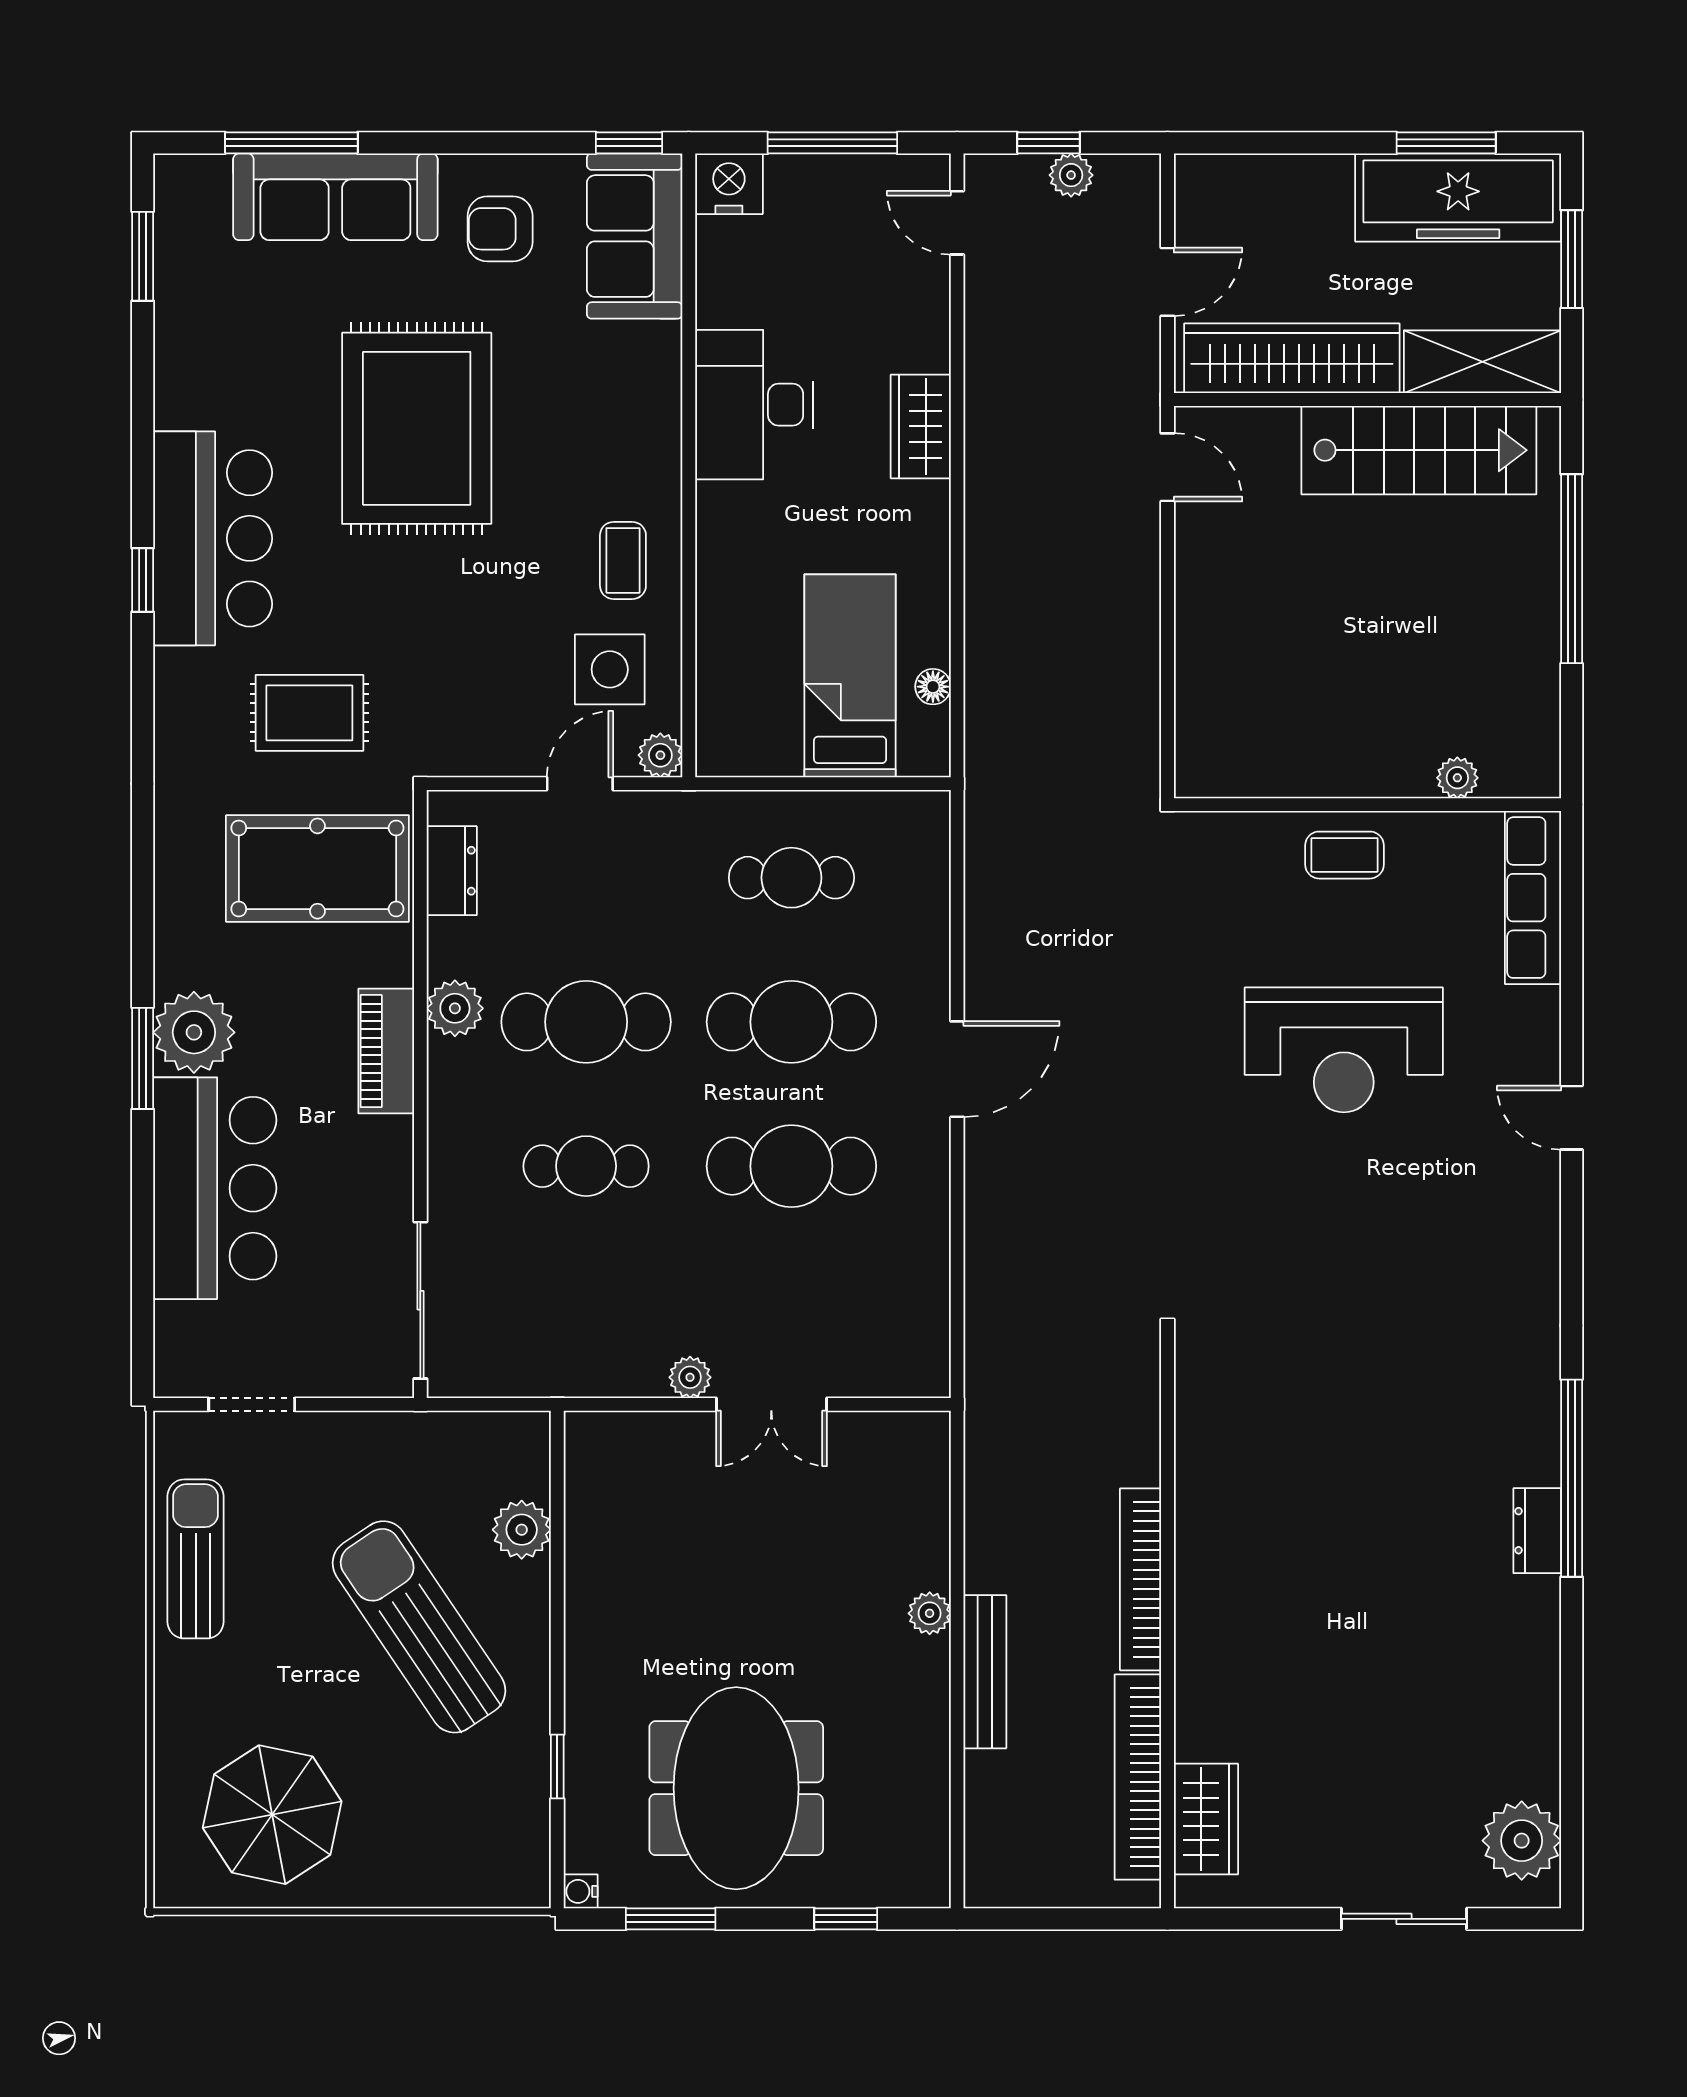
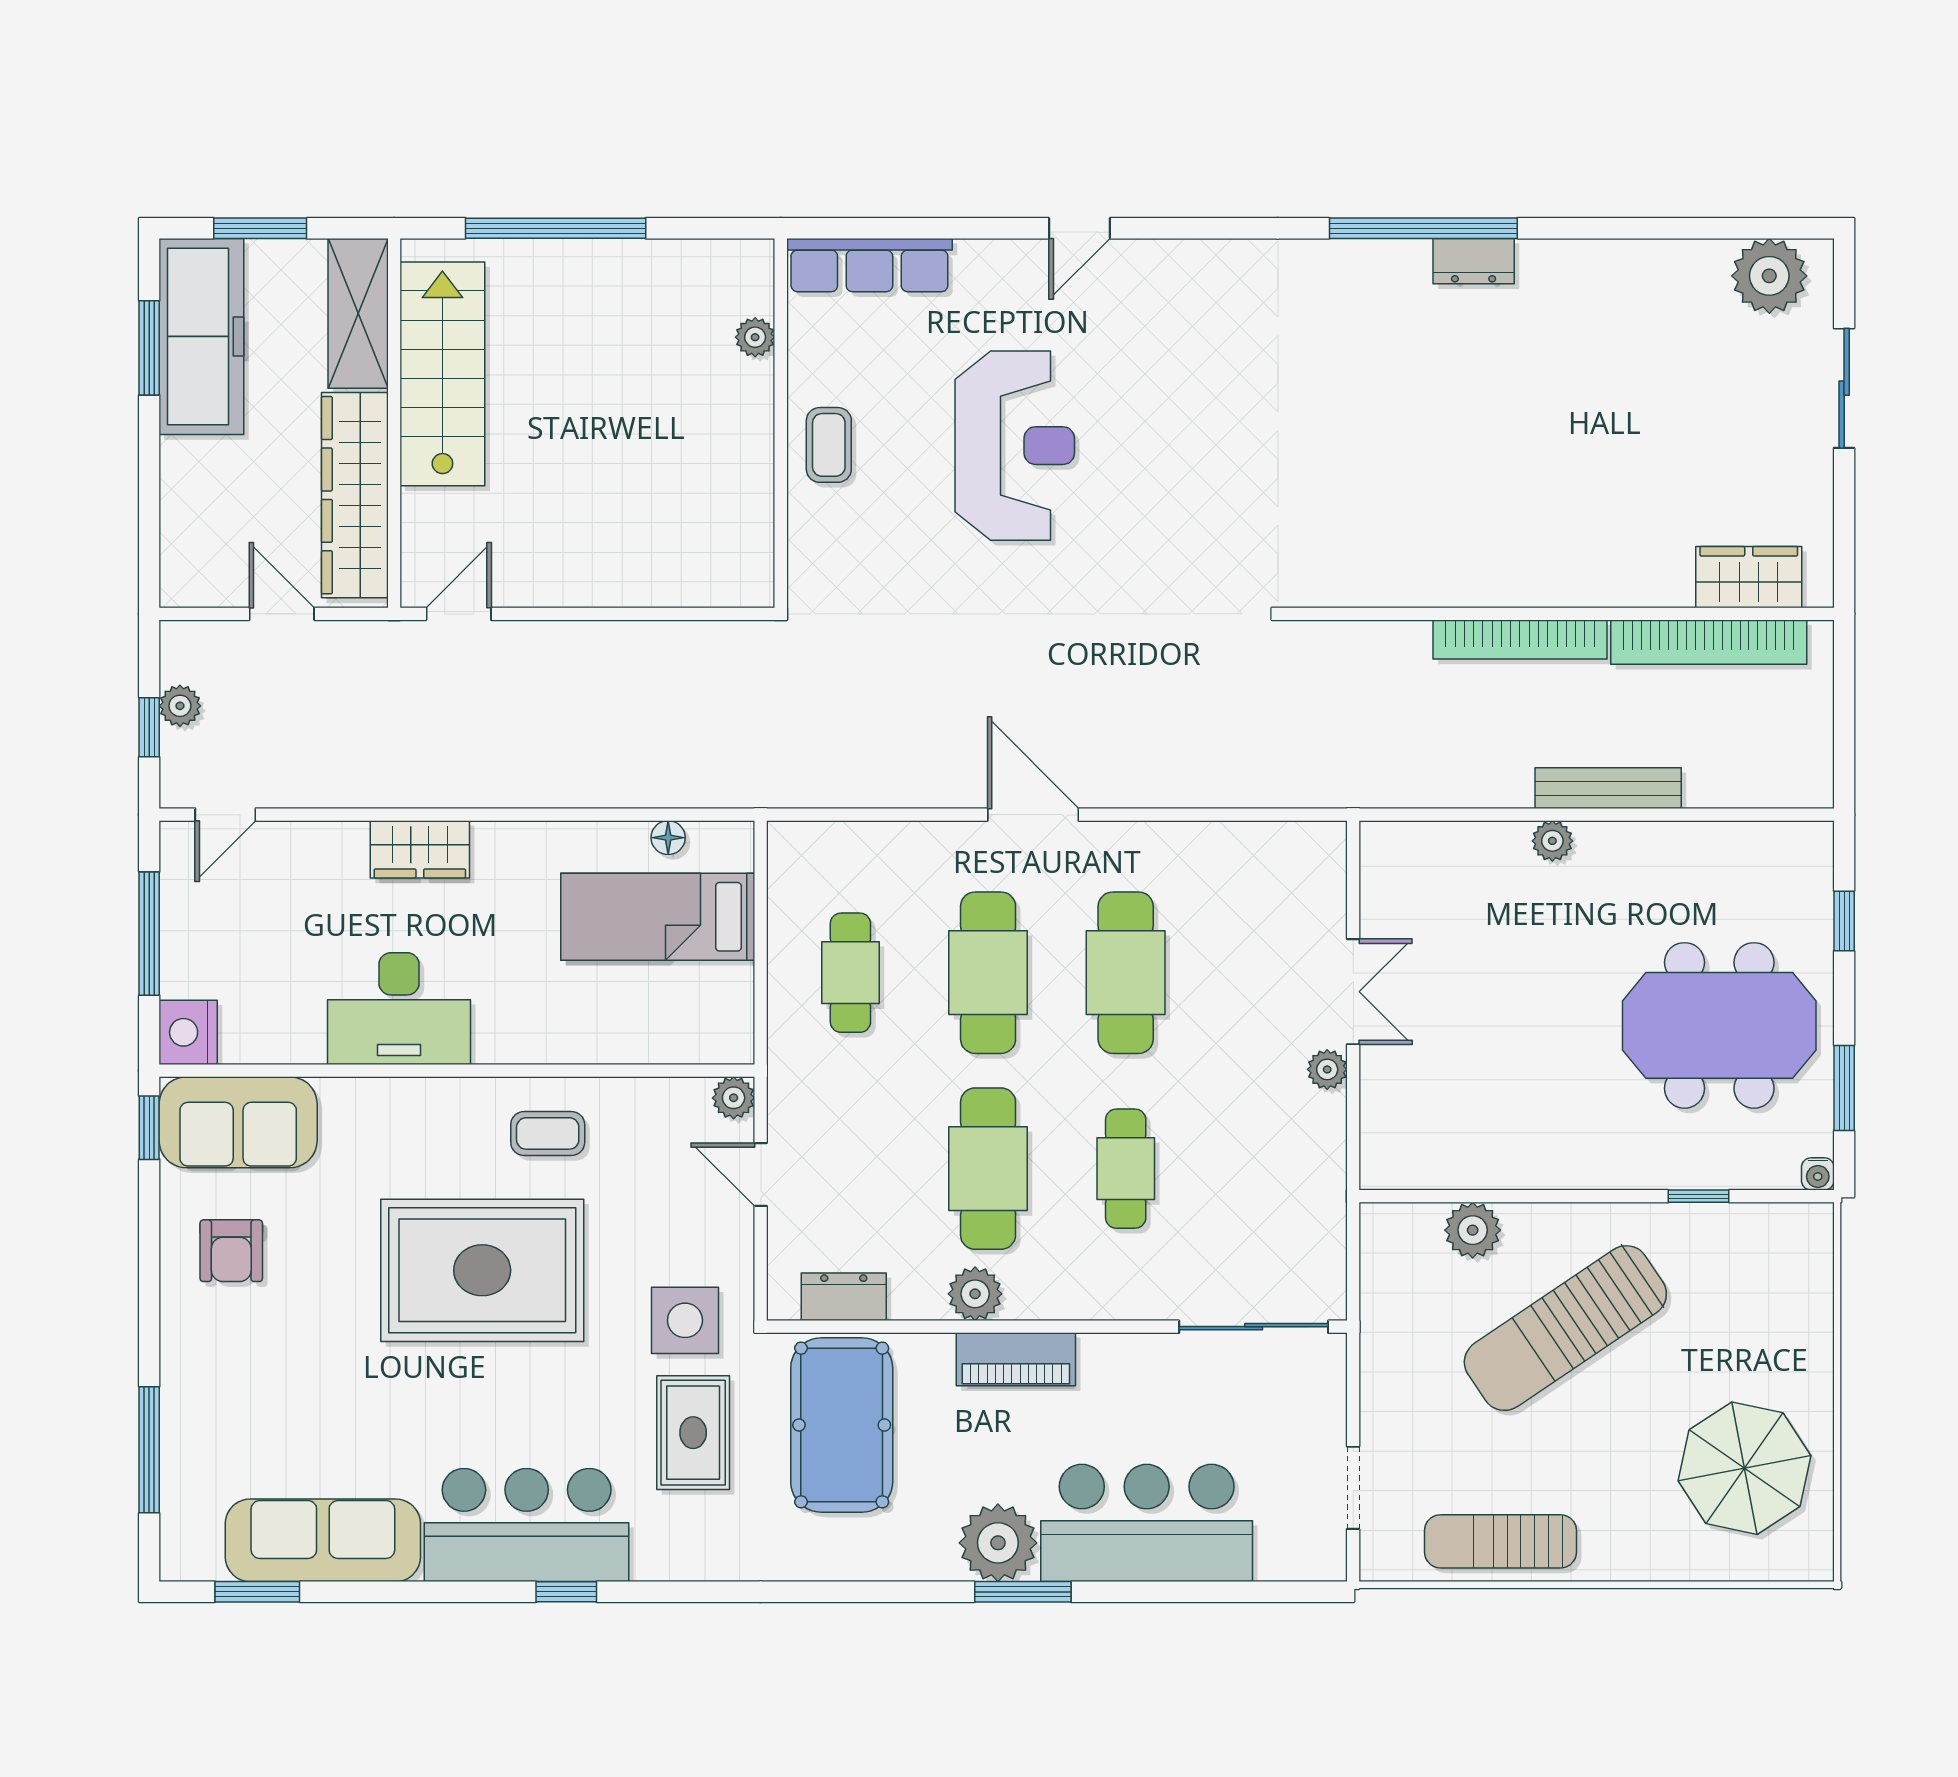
sofa: (335, 197) -> (323, 1540), moved, turned -90
rug: (417, 428) -> (482, 1270), moved
side table: (610, 669) -> (685, 1320), moved

